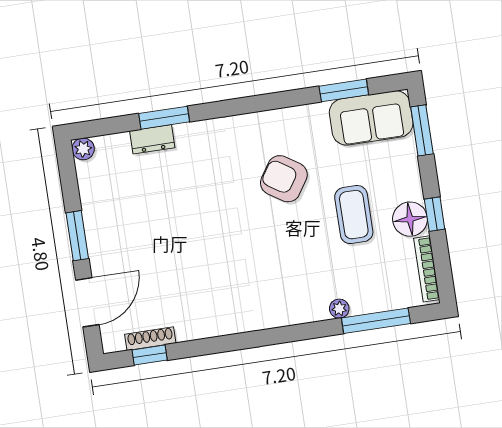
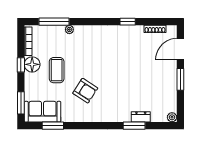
window: (150, 355) -> (128, 22), moved

